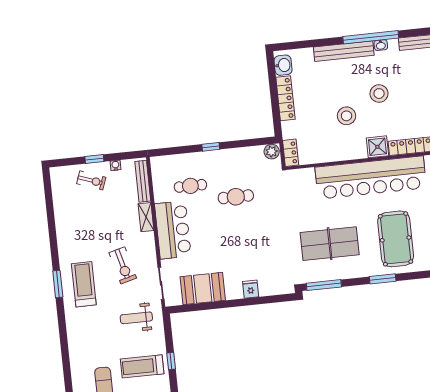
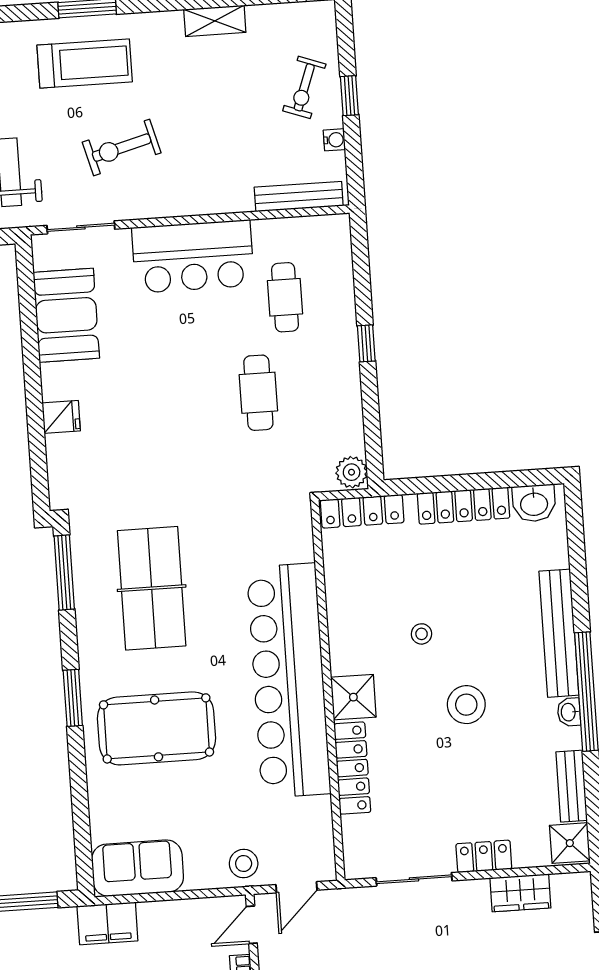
stool: (347, 116) -> (422, 634), width x0.53, depth x0.53
locker: (291, 153) -> (362, 511), width x1.53
shelving: (146, 217) -> (215, 21), moved

